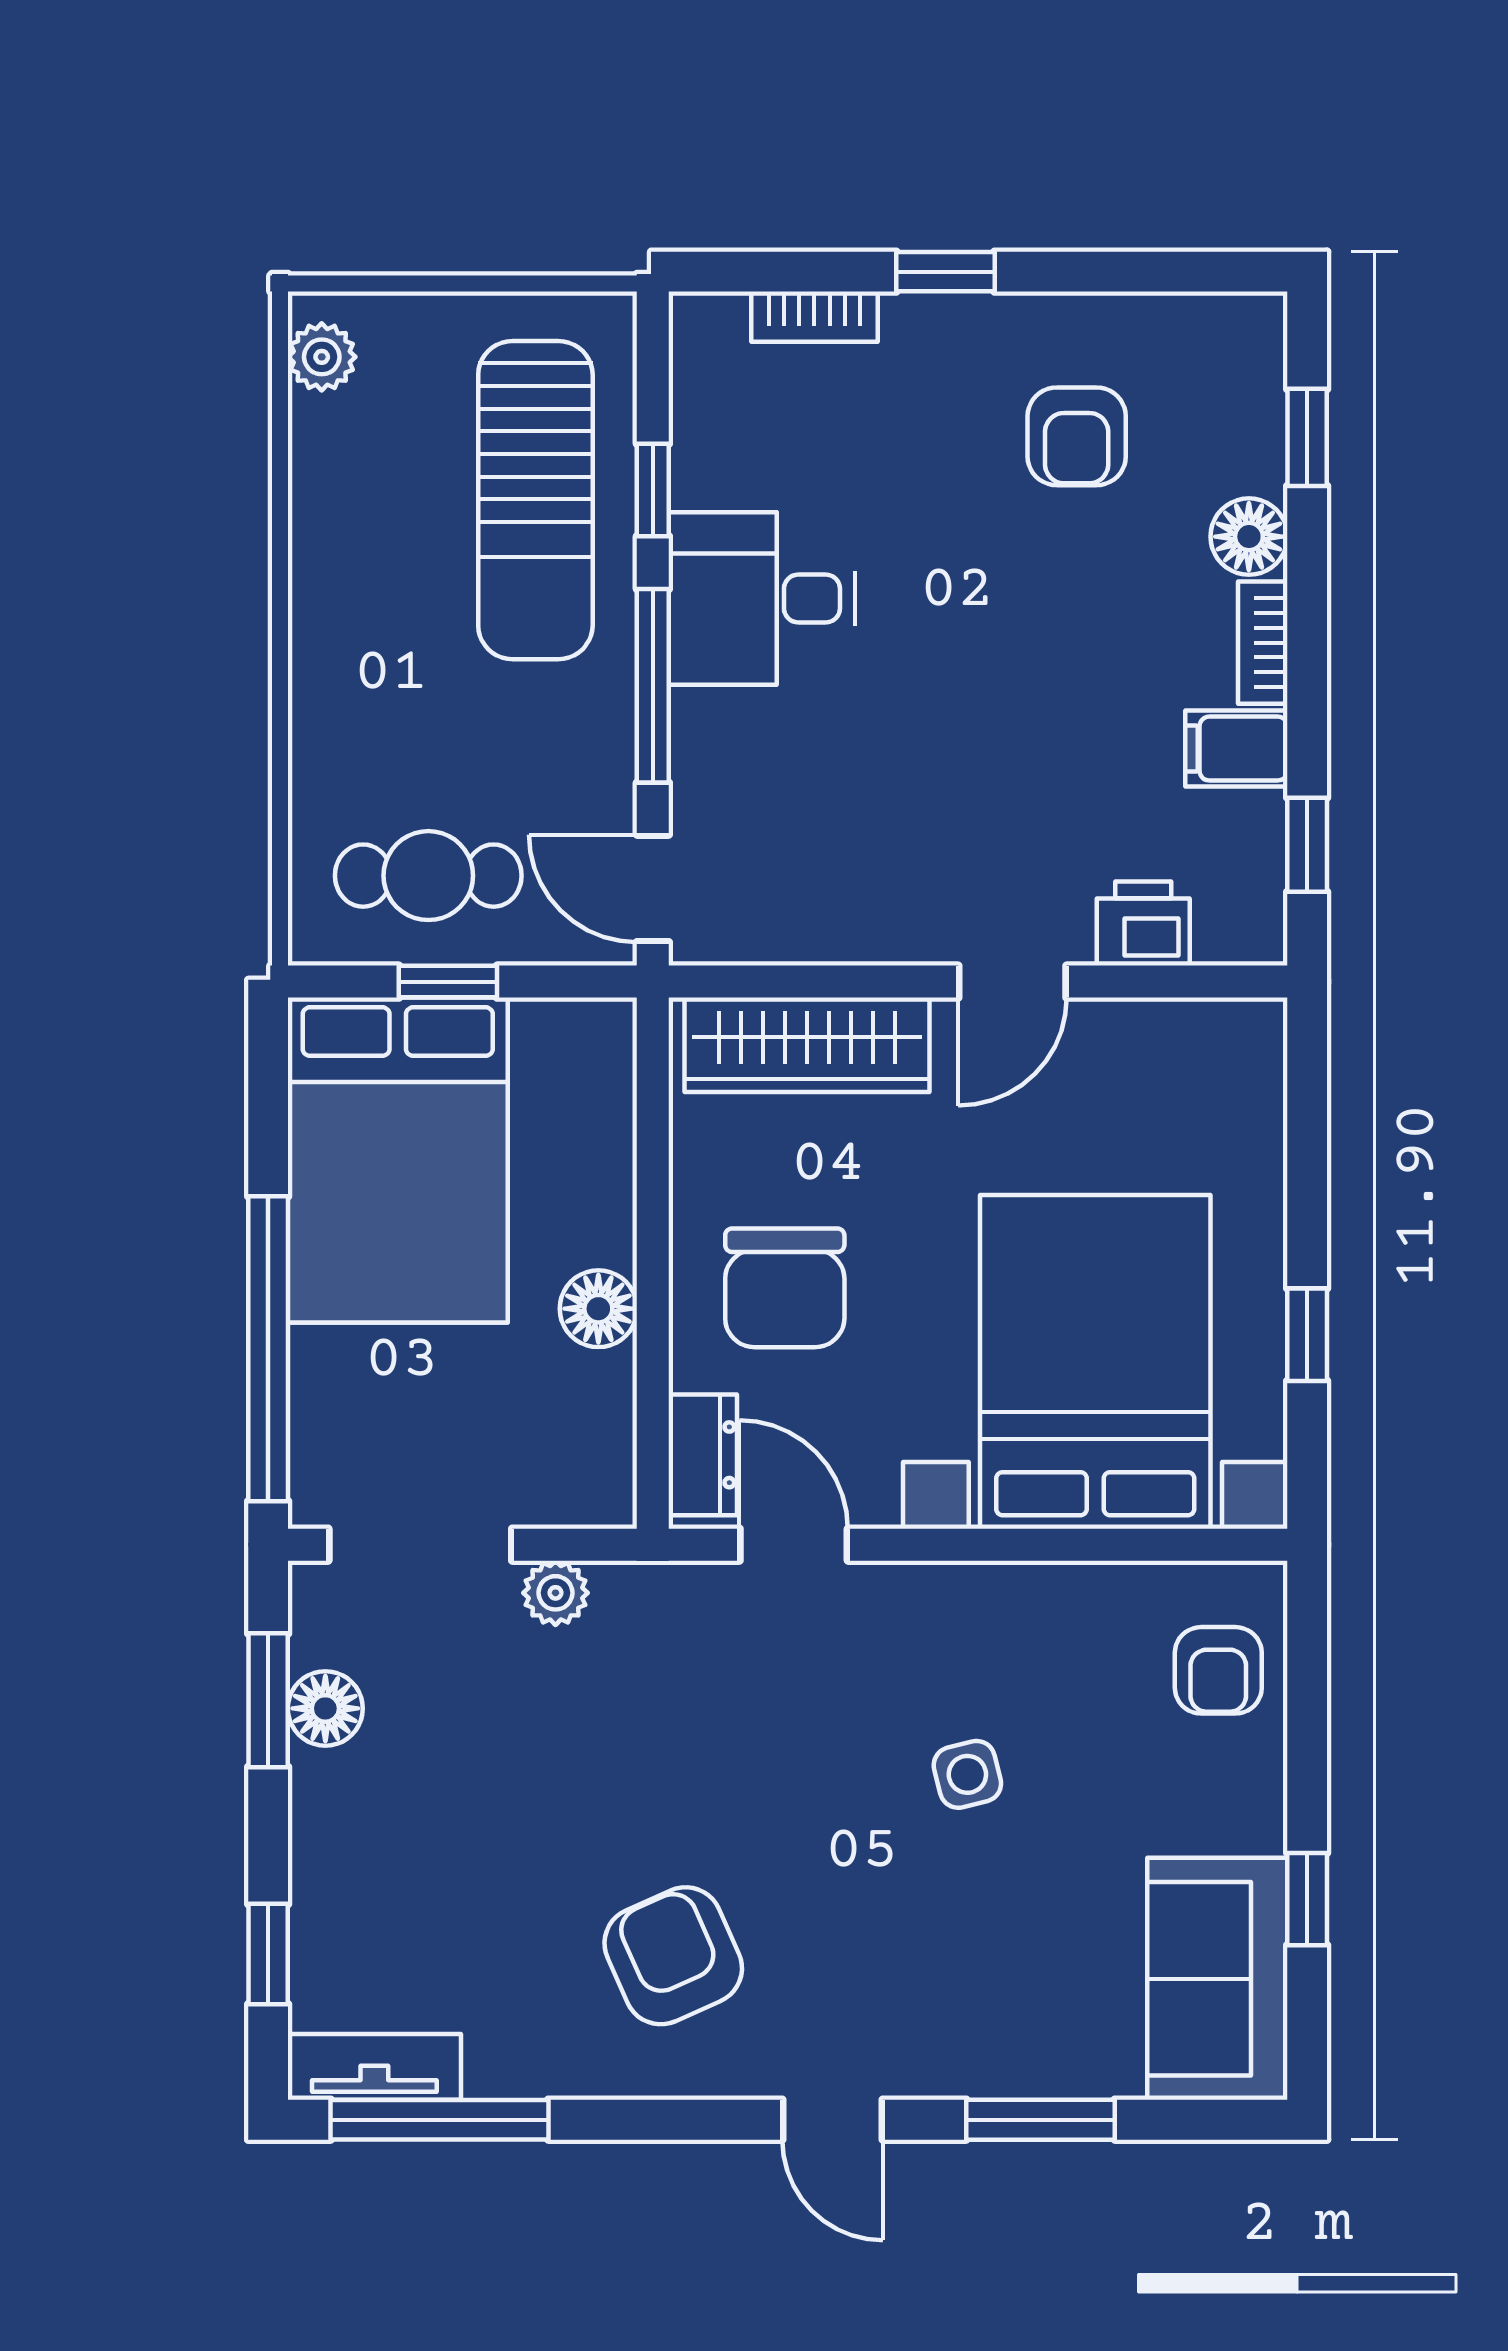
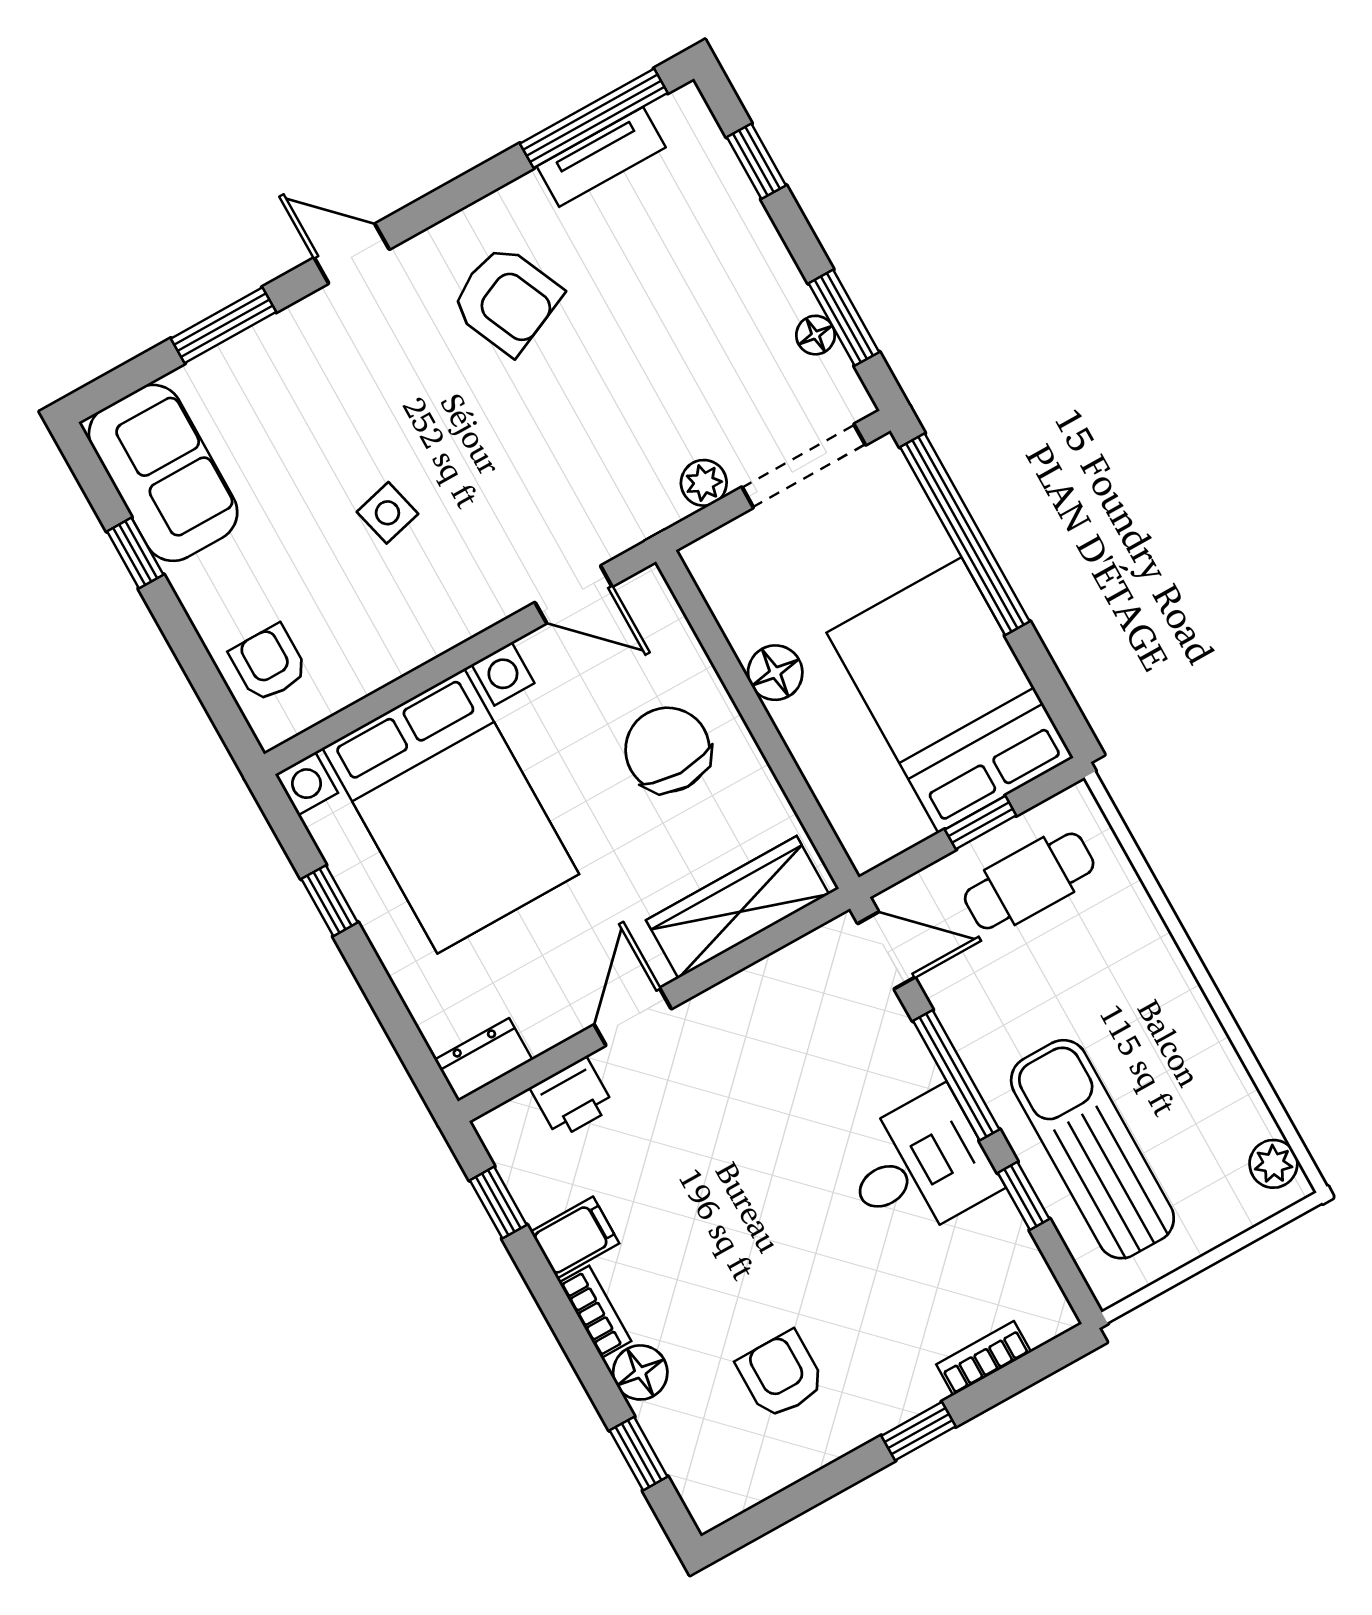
dresser: (703, 1455) -> (484, 1060), moved, turned 90
floor lamp: (325, 1708) -> (816, 335), width x0.73, depth x0.73
tv unit: (374, 2067) -> (601, 157), moved

